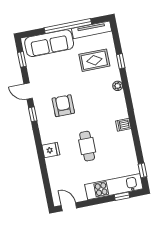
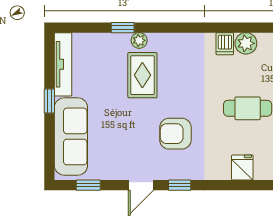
window: (68, 26) -> (49, 101), width x0.32
rug: (94, 60) -> (142, 75), moved
plant: (118, 86) -> (139, 40), moved
plant: (126, 137) -> (246, 43), added

